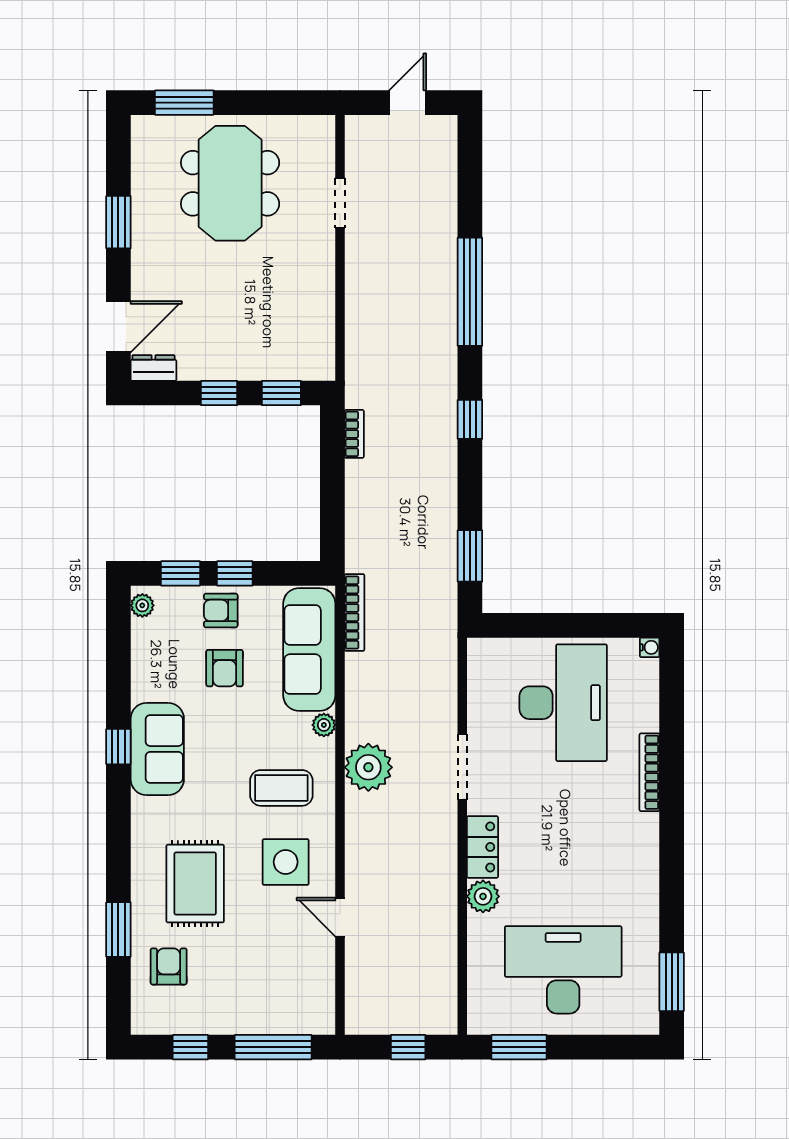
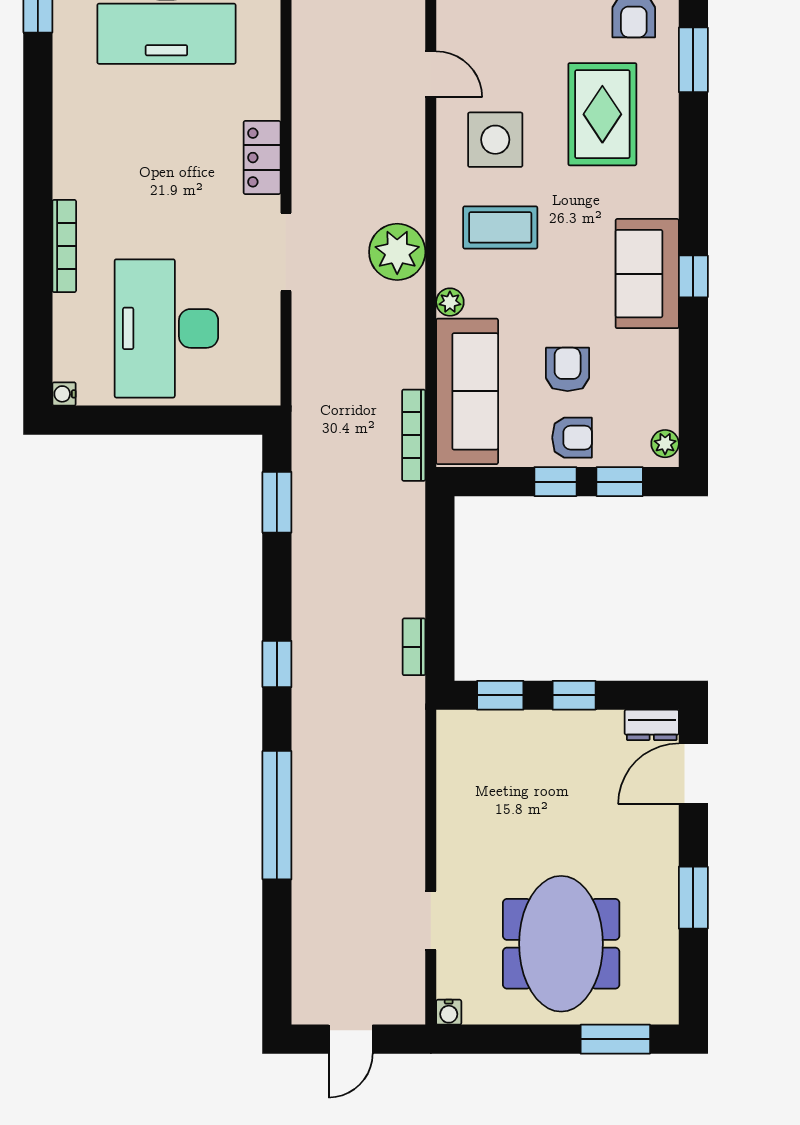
water cooler: (325, 125) -> (449, 1012), added
plant: (483, 896) -> (261, 99), removed

